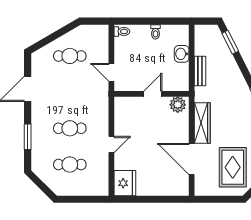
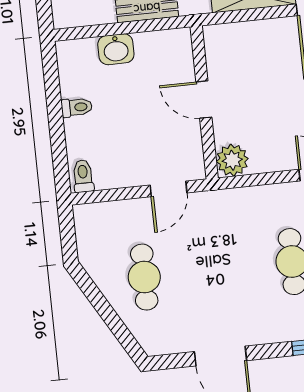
plant: (178, 105) -> (232, 160), moved

